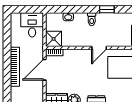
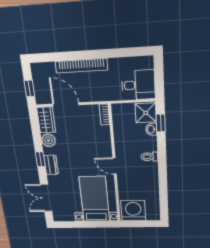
window: (107, 9) -> (161, 123), moved
shower: (54, 39) -> (146, 113), moved
door: (45, 70) -> (66, 104), moved

